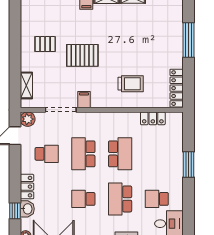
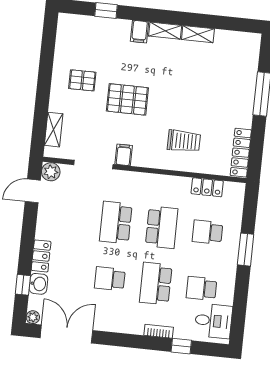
school desk: (47, 154) -> (207, 232), moved, turned 180

